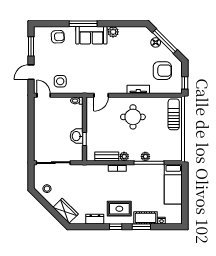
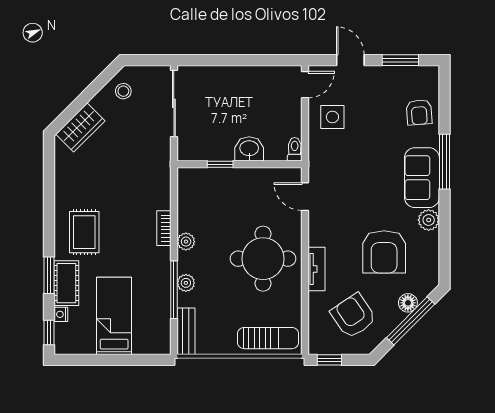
armchair: (129, 55) -> (384, 252), added
armchair: (162, 71) -> (353, 316), turned 146
round table: (133, 117) -> (263, 259), width x1.36, depth x1.36
washbasin: (77, 136) -> (249, 149), moved
bench: (107, 156) -> (186, 331), moved
bed: (173, 184) -> (114, 316), moved, turned 90
dresser: (95, 219) -> (64, 184), removed
window: (116, 227) -> (49, 332), moved

